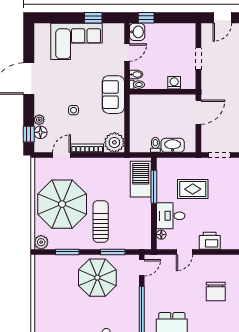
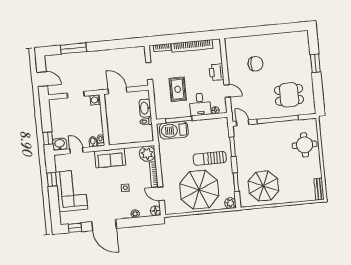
washing machine: (174, 83) -> (95, 100), moved
floor lamp: (40, 132) -> (156, 211), moved
window: (29, 134) -> (75, 228), moved
parasol: (97, 278) -> (263, 186), moved

